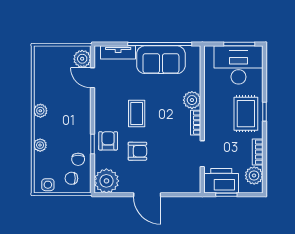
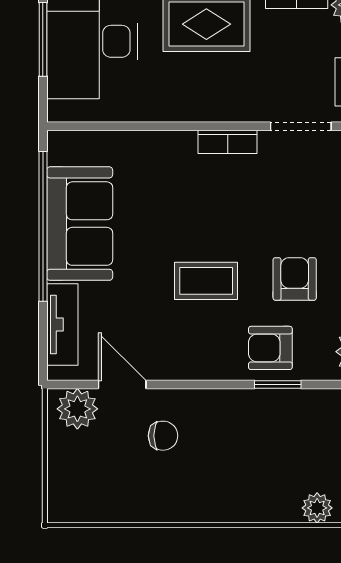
door: (93, 78) -> (122, 384), swing flipped
plant: (192, 100) -> (174, 151), removed
plant: (40, 111) -> (200, 507), removed
plant: (40, 145) -> (317, 508), moved
chair: (78, 159) -> (163, 436), moved

